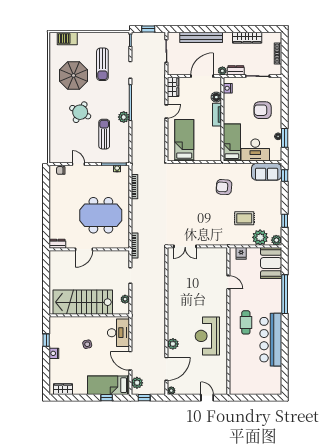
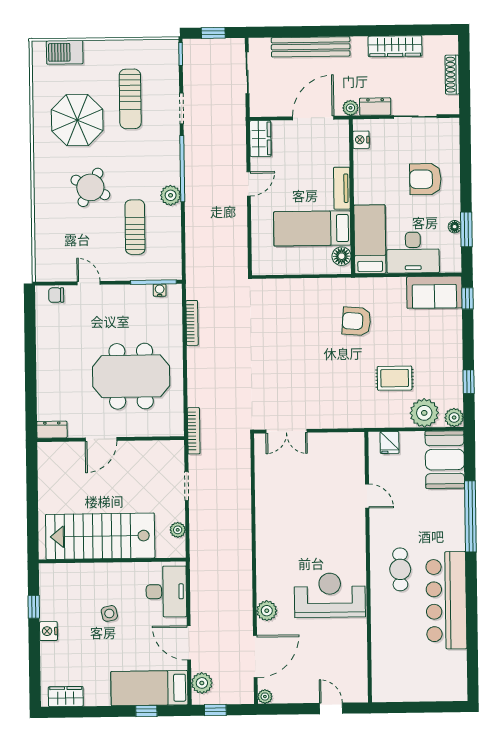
floor lamp: (216, 97) -> (342, 256), moved
bed: (184, 140) -> (312, 228), moved, turned -90
reception desk: (207, 336) -> (330, 595), turned 90

